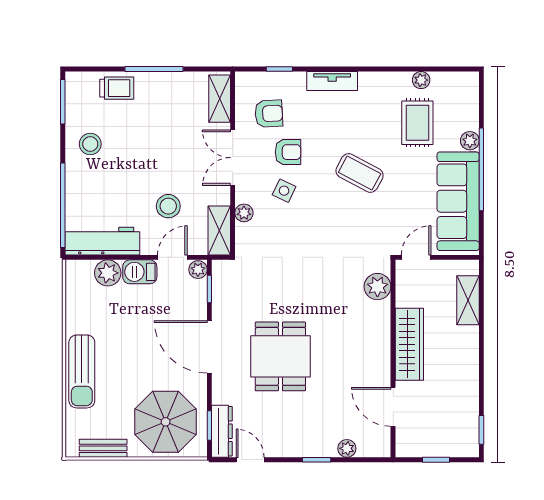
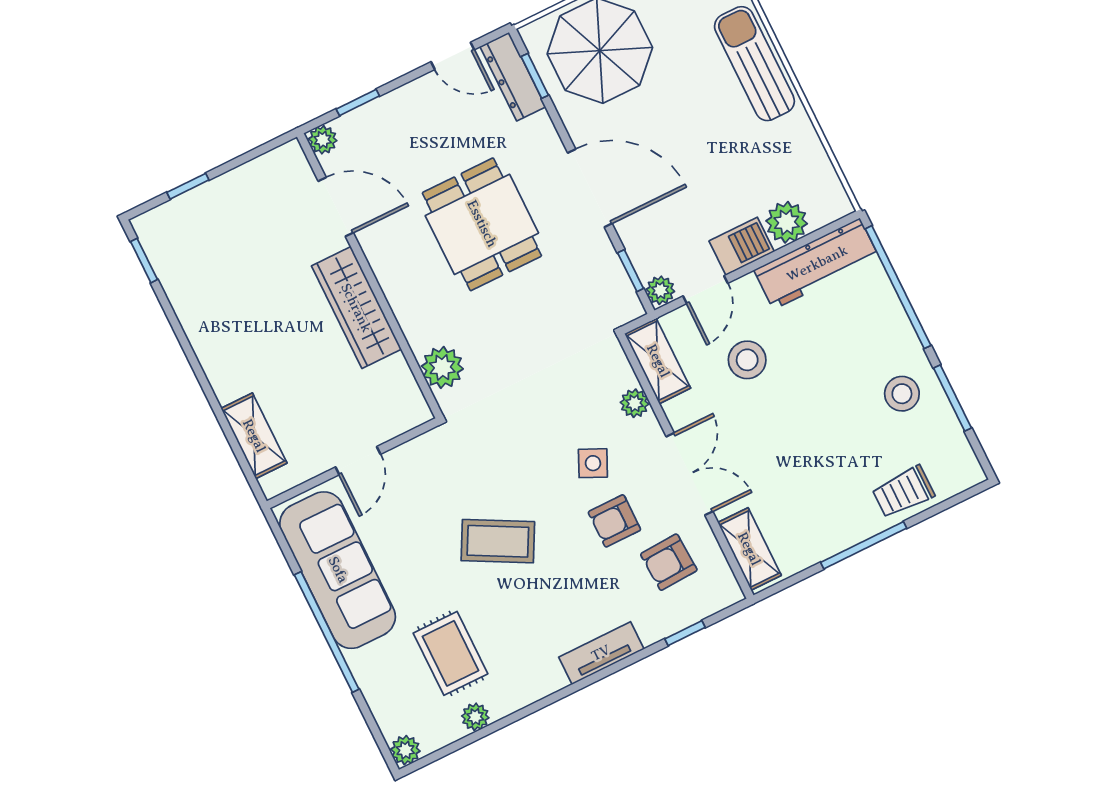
window: (63, 102) -> (953, 398), moved
plant: (470, 141) -> (405, 750), moved
plant: (377, 287) -> (442, 367), moved
wardrobe: (409, 344) -> (356, 308), moved
wall: (393, 359) -> (370, 276), moved
door: (393, 407) -> (336, 207), moved

